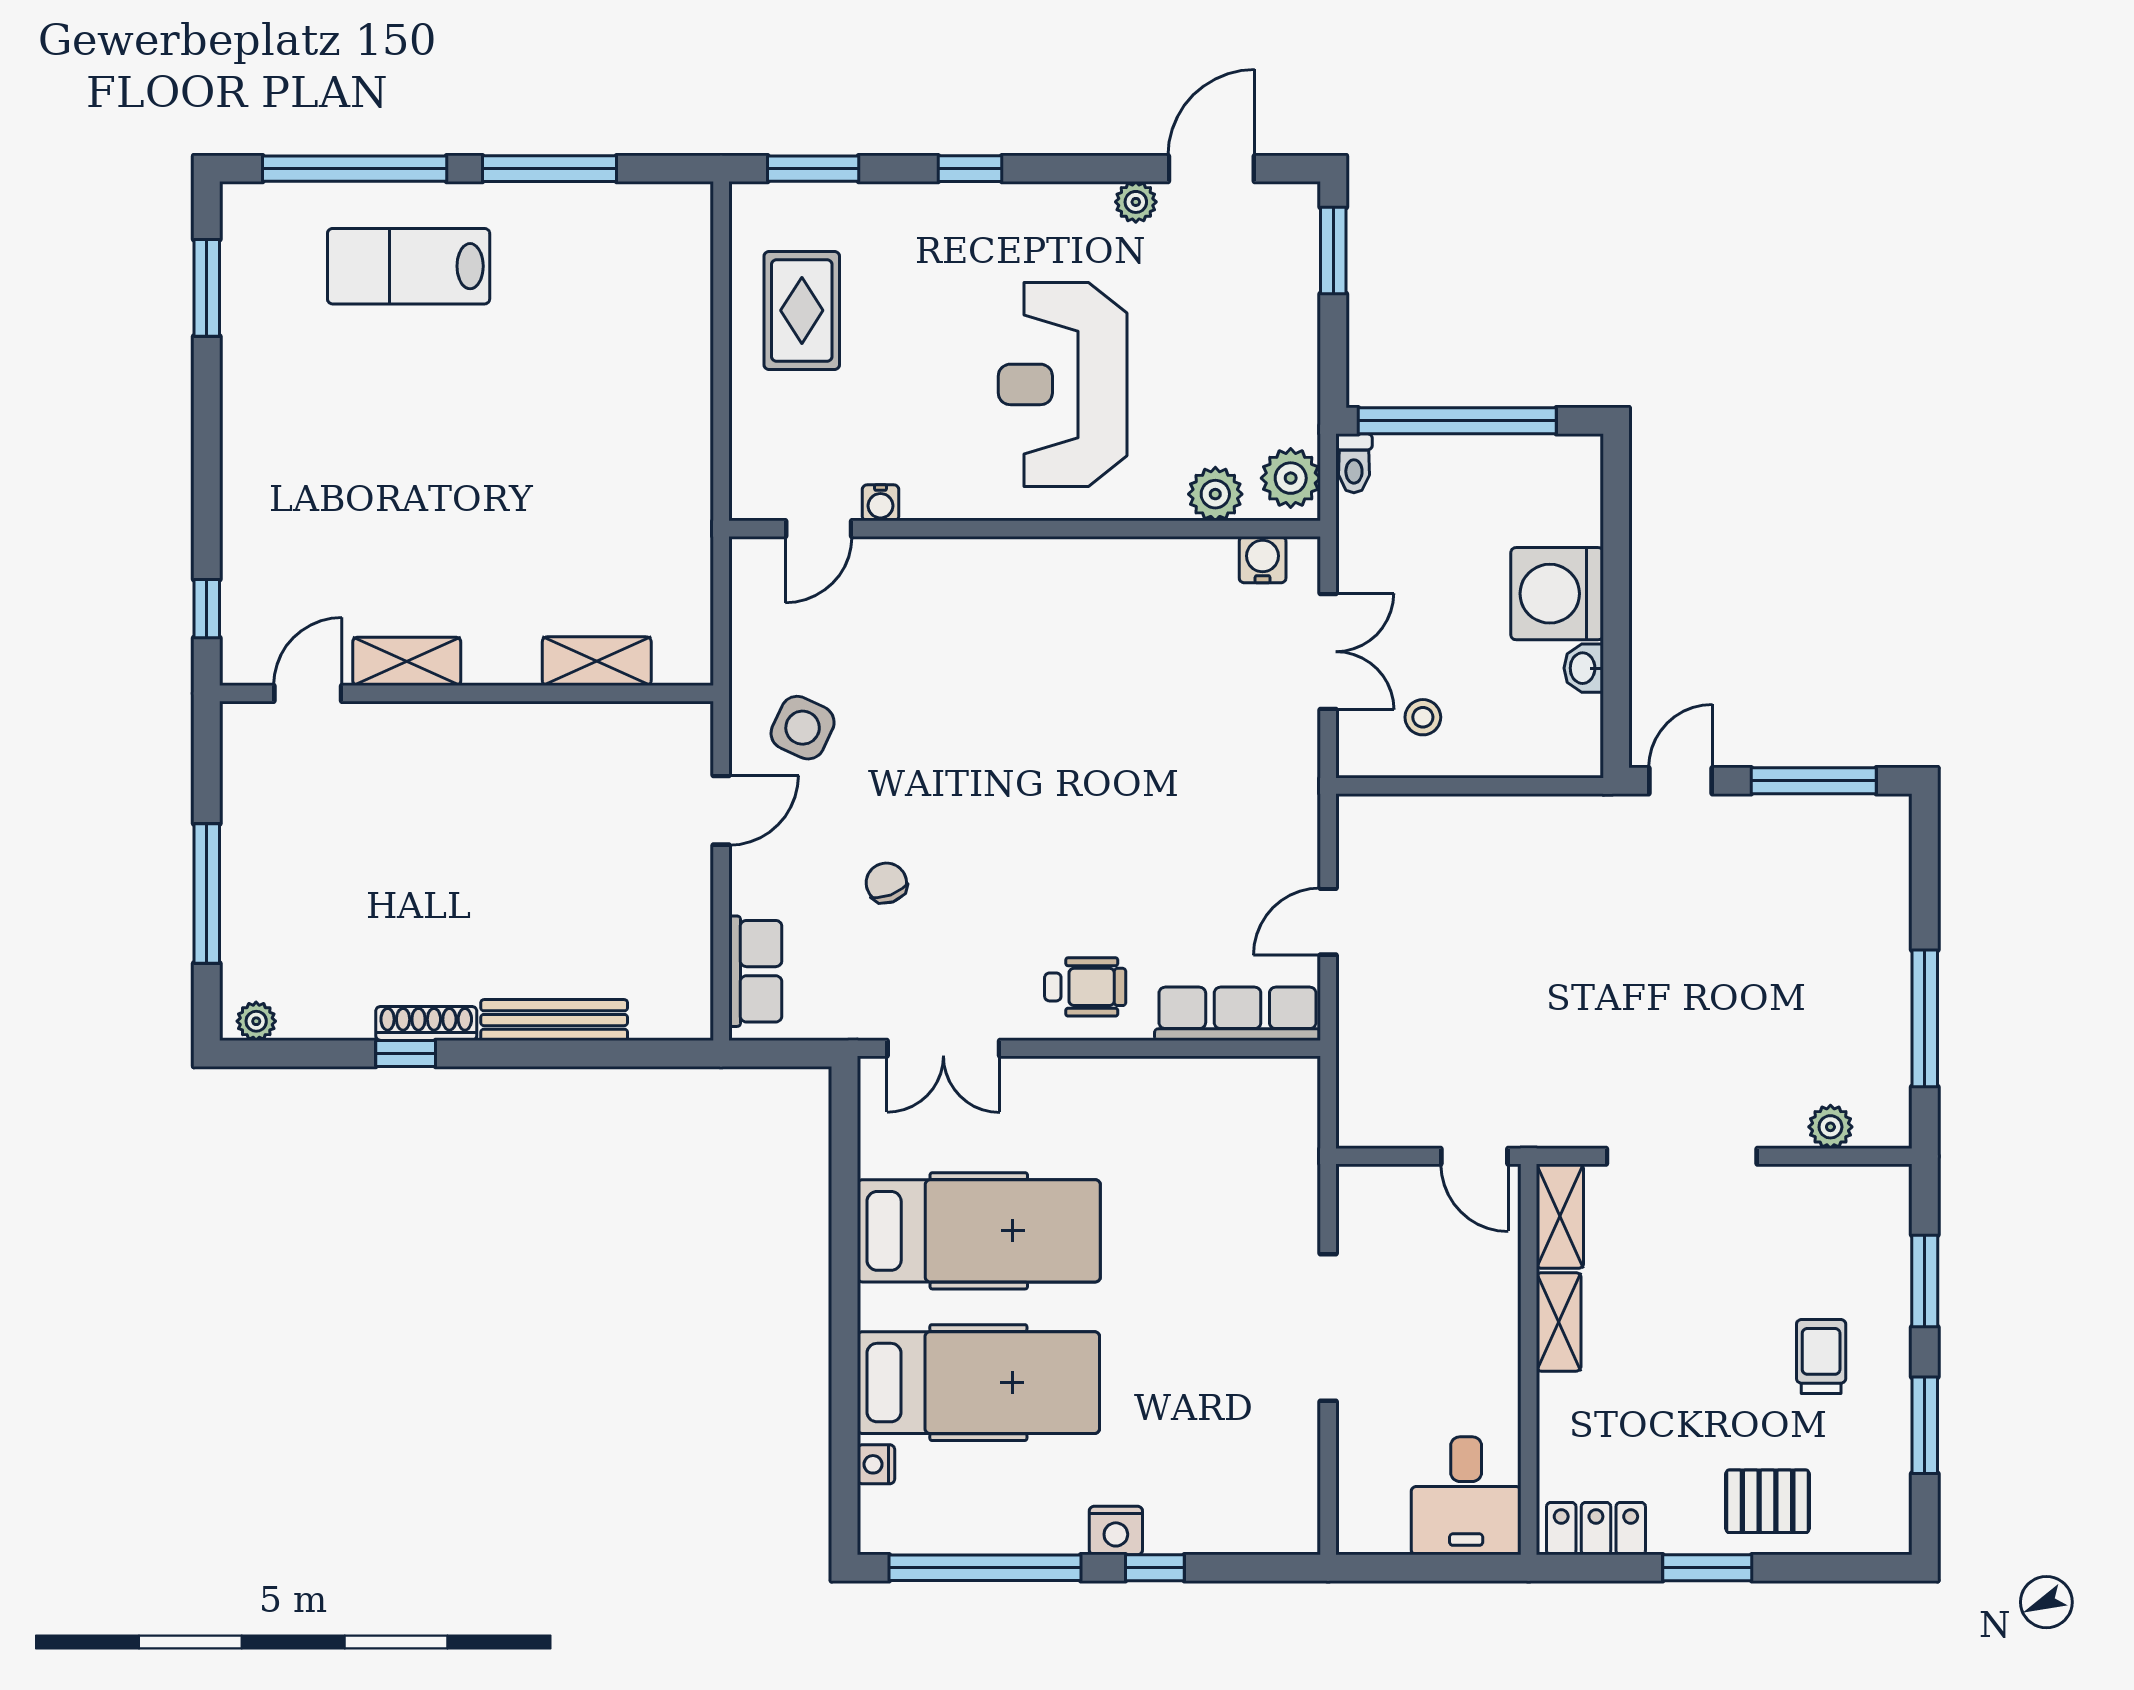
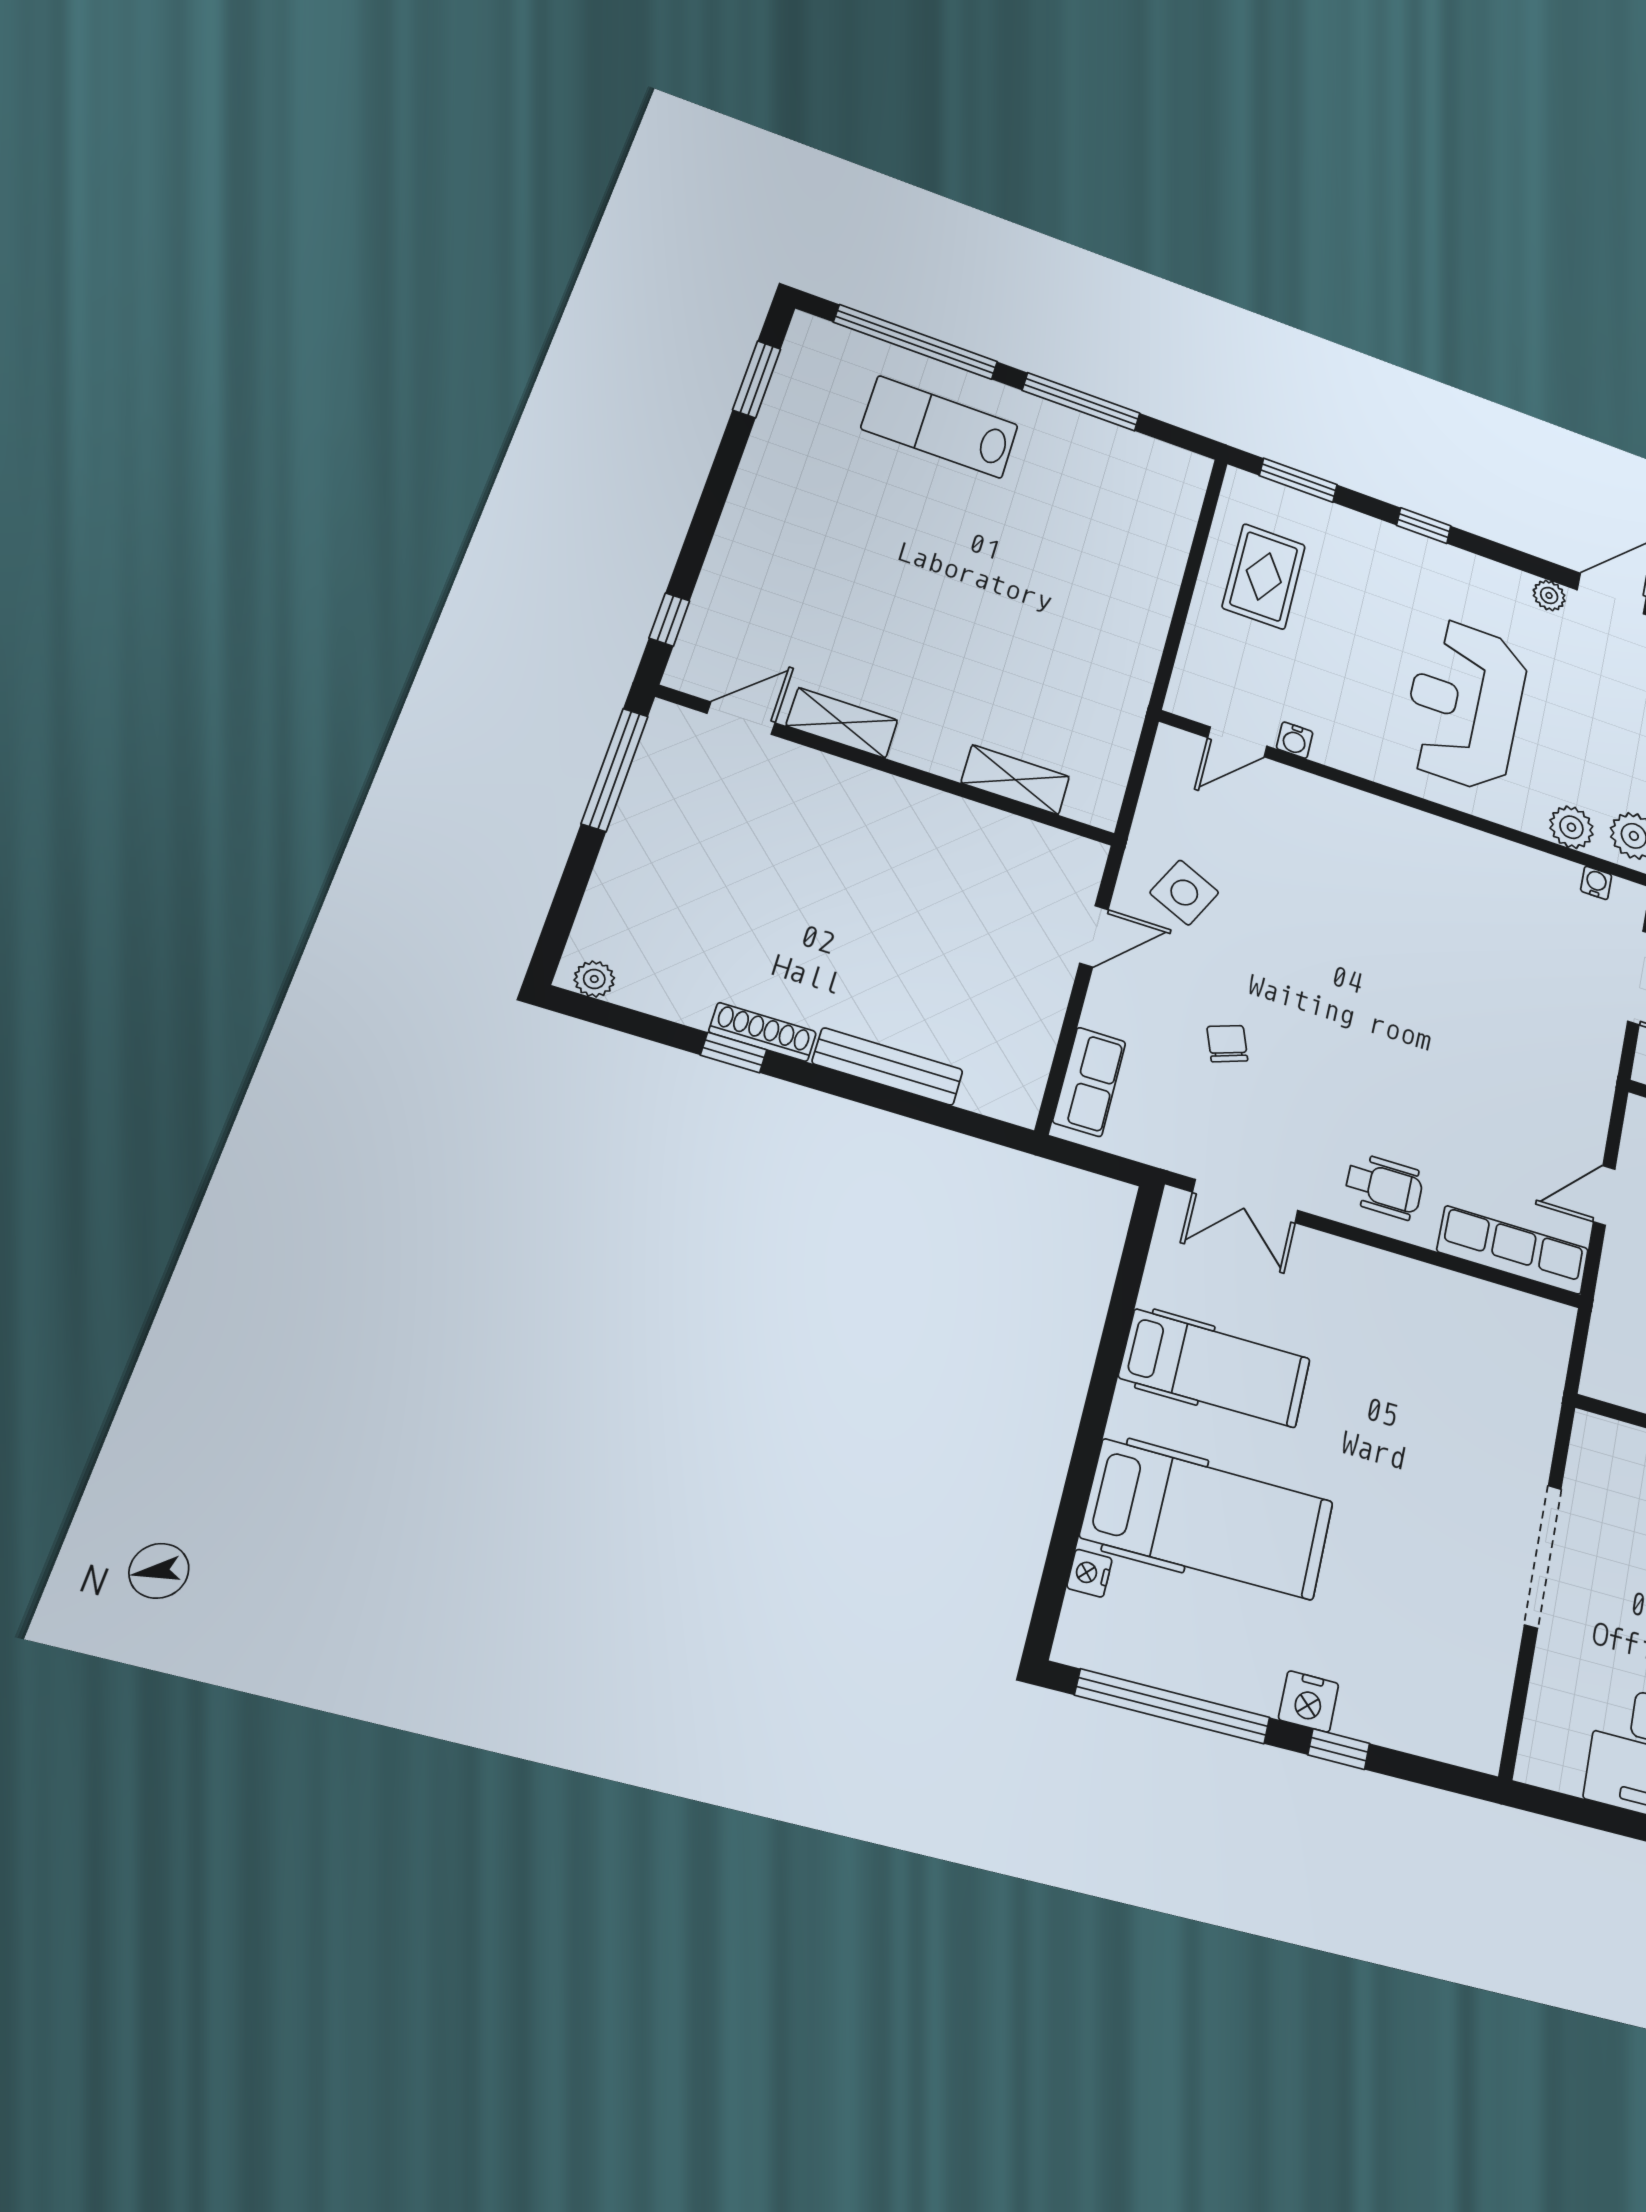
water cooler: (1263, 560) -> (1596, 883), width x0.72, depth x0.72
window: (207, 893) -> (615, 770), moved
hospital bed: (979, 1231) -> (1215, 1368), width x0.73, depth x0.78

